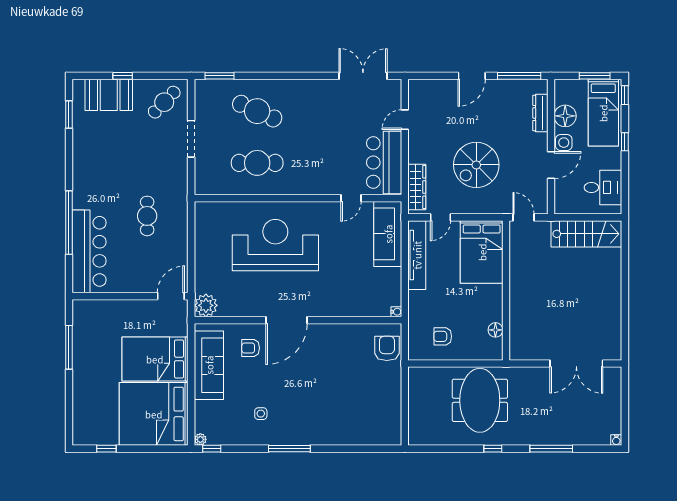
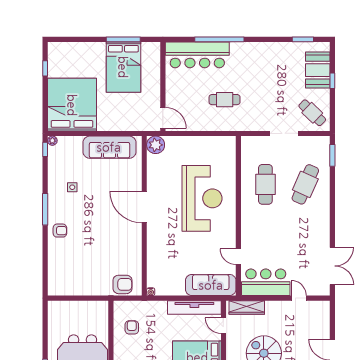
armchair: (251, 348) -> (60, 231), moved, turned 90
bed: (155, 359) -> (123, 67), moved, turned 180

